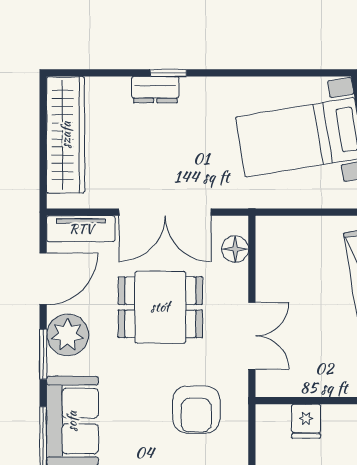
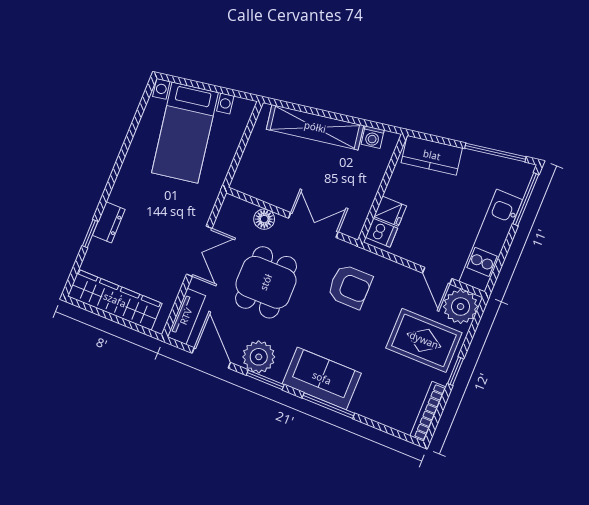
window: (168, 73) -> (90, 234), moved
double door: (165, 212) -> (199, 251), width x0.73
floor lamp: (235, 249) -> (264, 219), moved
dishwasher: (276, 421) -> (382, 233), added

